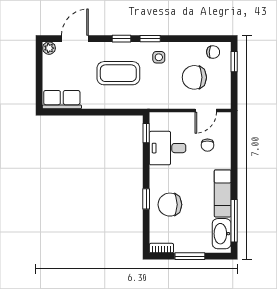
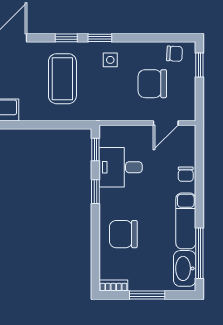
coffee table: (118, 73) -> (62, 79), turned 90
chair: (207, 145) -> (186, 174), moved
window: (146, 199) -> (95, 192), moved

